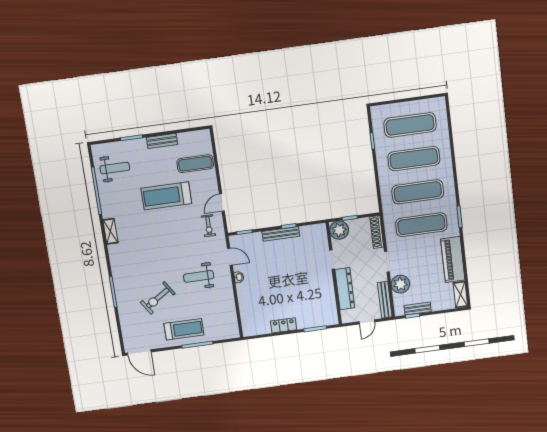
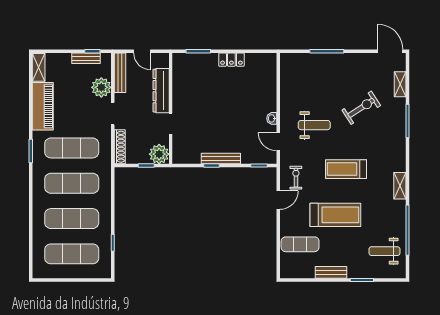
door: (367, 322) -> (142, 51), swing flipped
shelving: (125, 324) -> (400, 84), added
treadmill: (184, 329) -> (346, 169), moved

